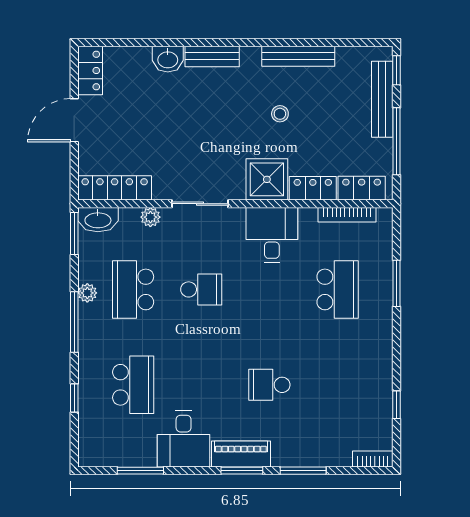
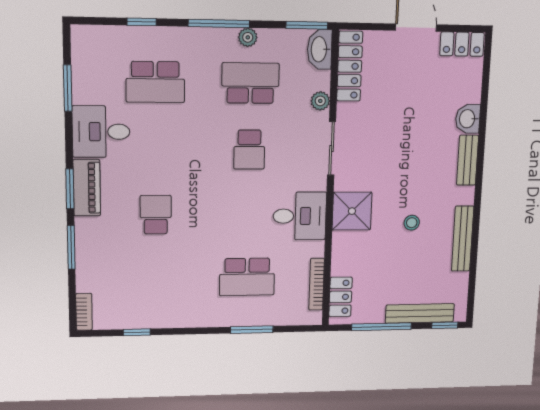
locker: (313, 188) -> (342, 253), removed

